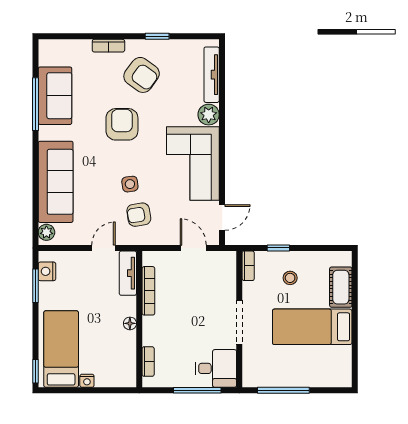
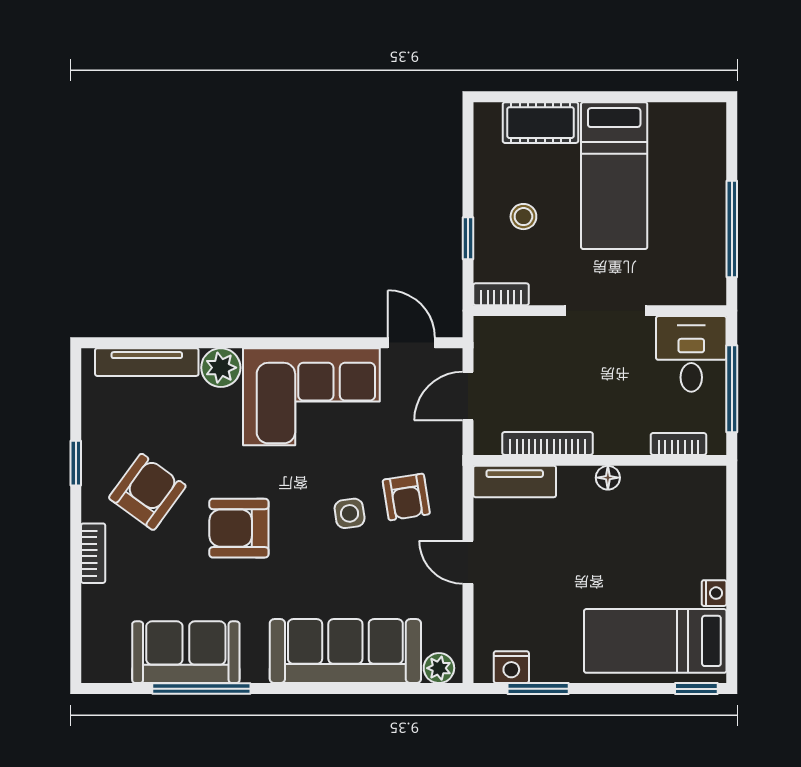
tv unit: (128, 273) -> (515, 482), moved
bookcase: (148, 291) -> (547, 443), moved
wall: (139, 319) -> (600, 460), moved
floor lamp: (130, 323) -> (608, 478), moved
bookcase: (148, 362) -> (678, 444), moved

